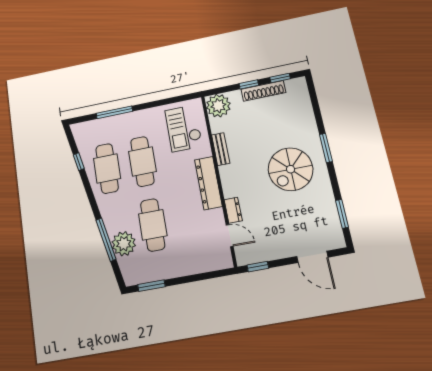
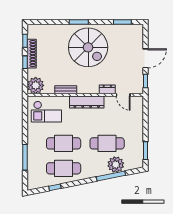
spiral stairs: (291, 169) -> (88, 47), width x1.37, depth x1.37
door: (230, 236) -> (123, 95), swing flipped
door: (312, 257) -> (145, 58), moved

